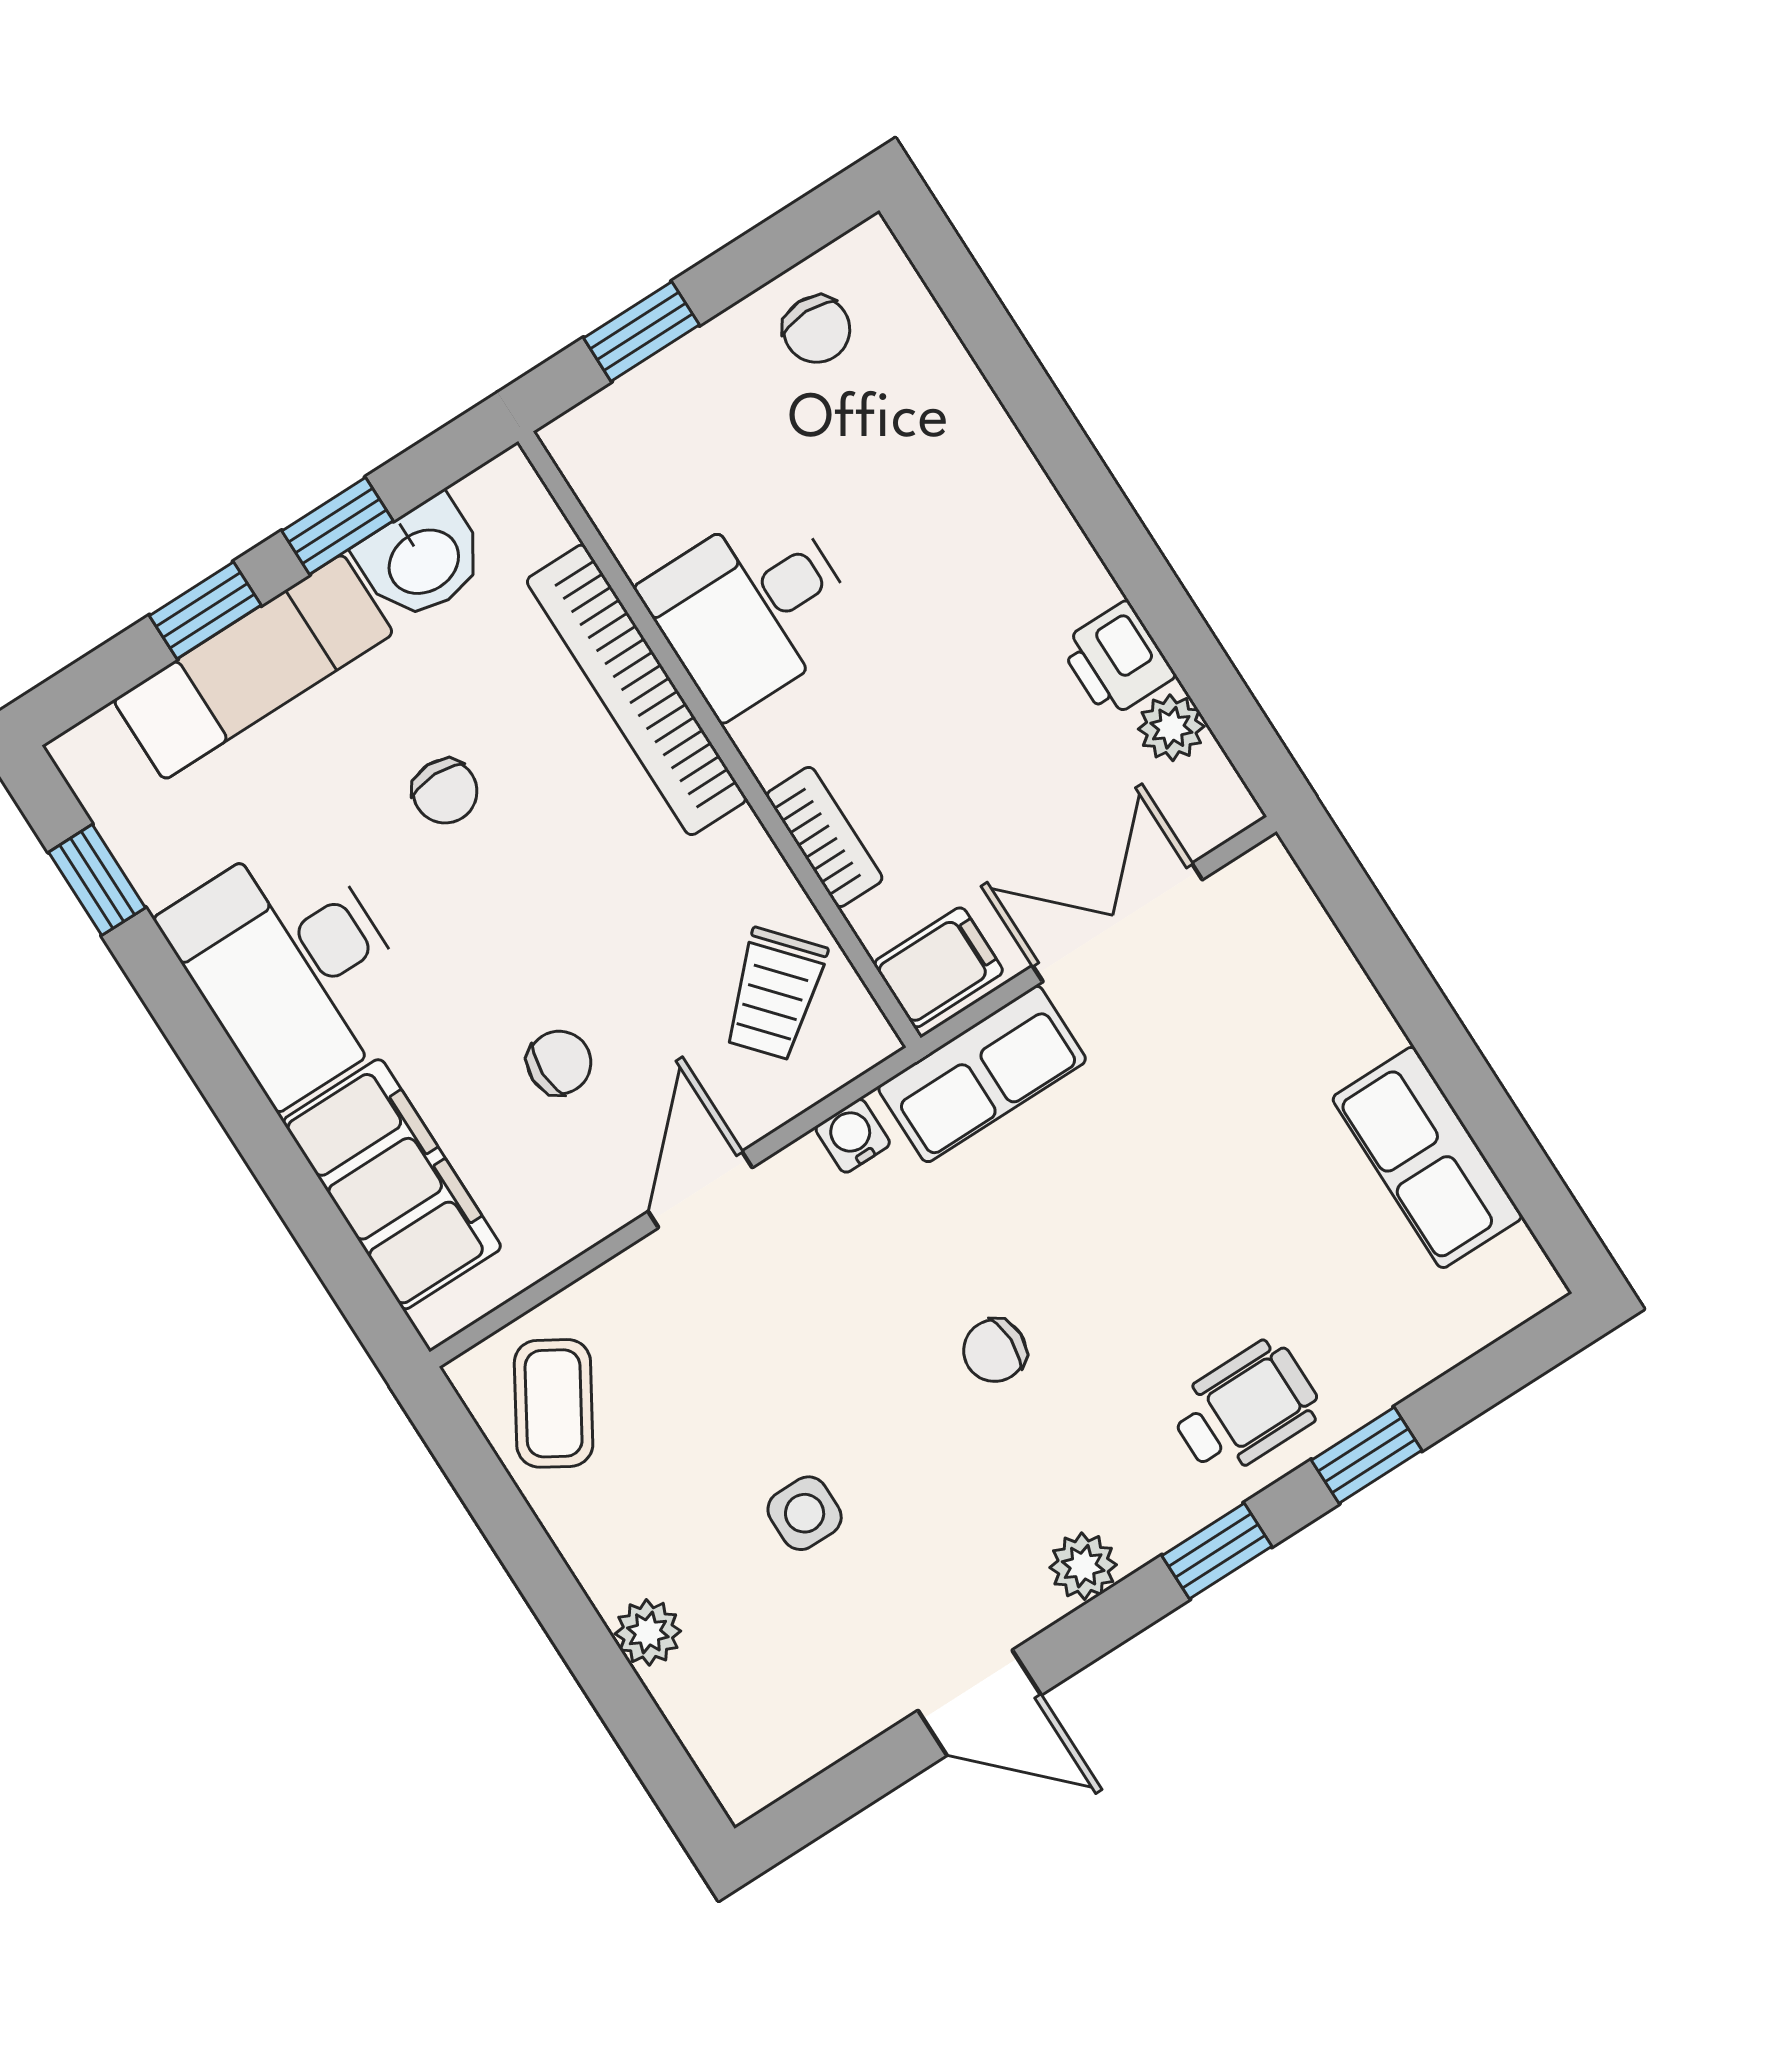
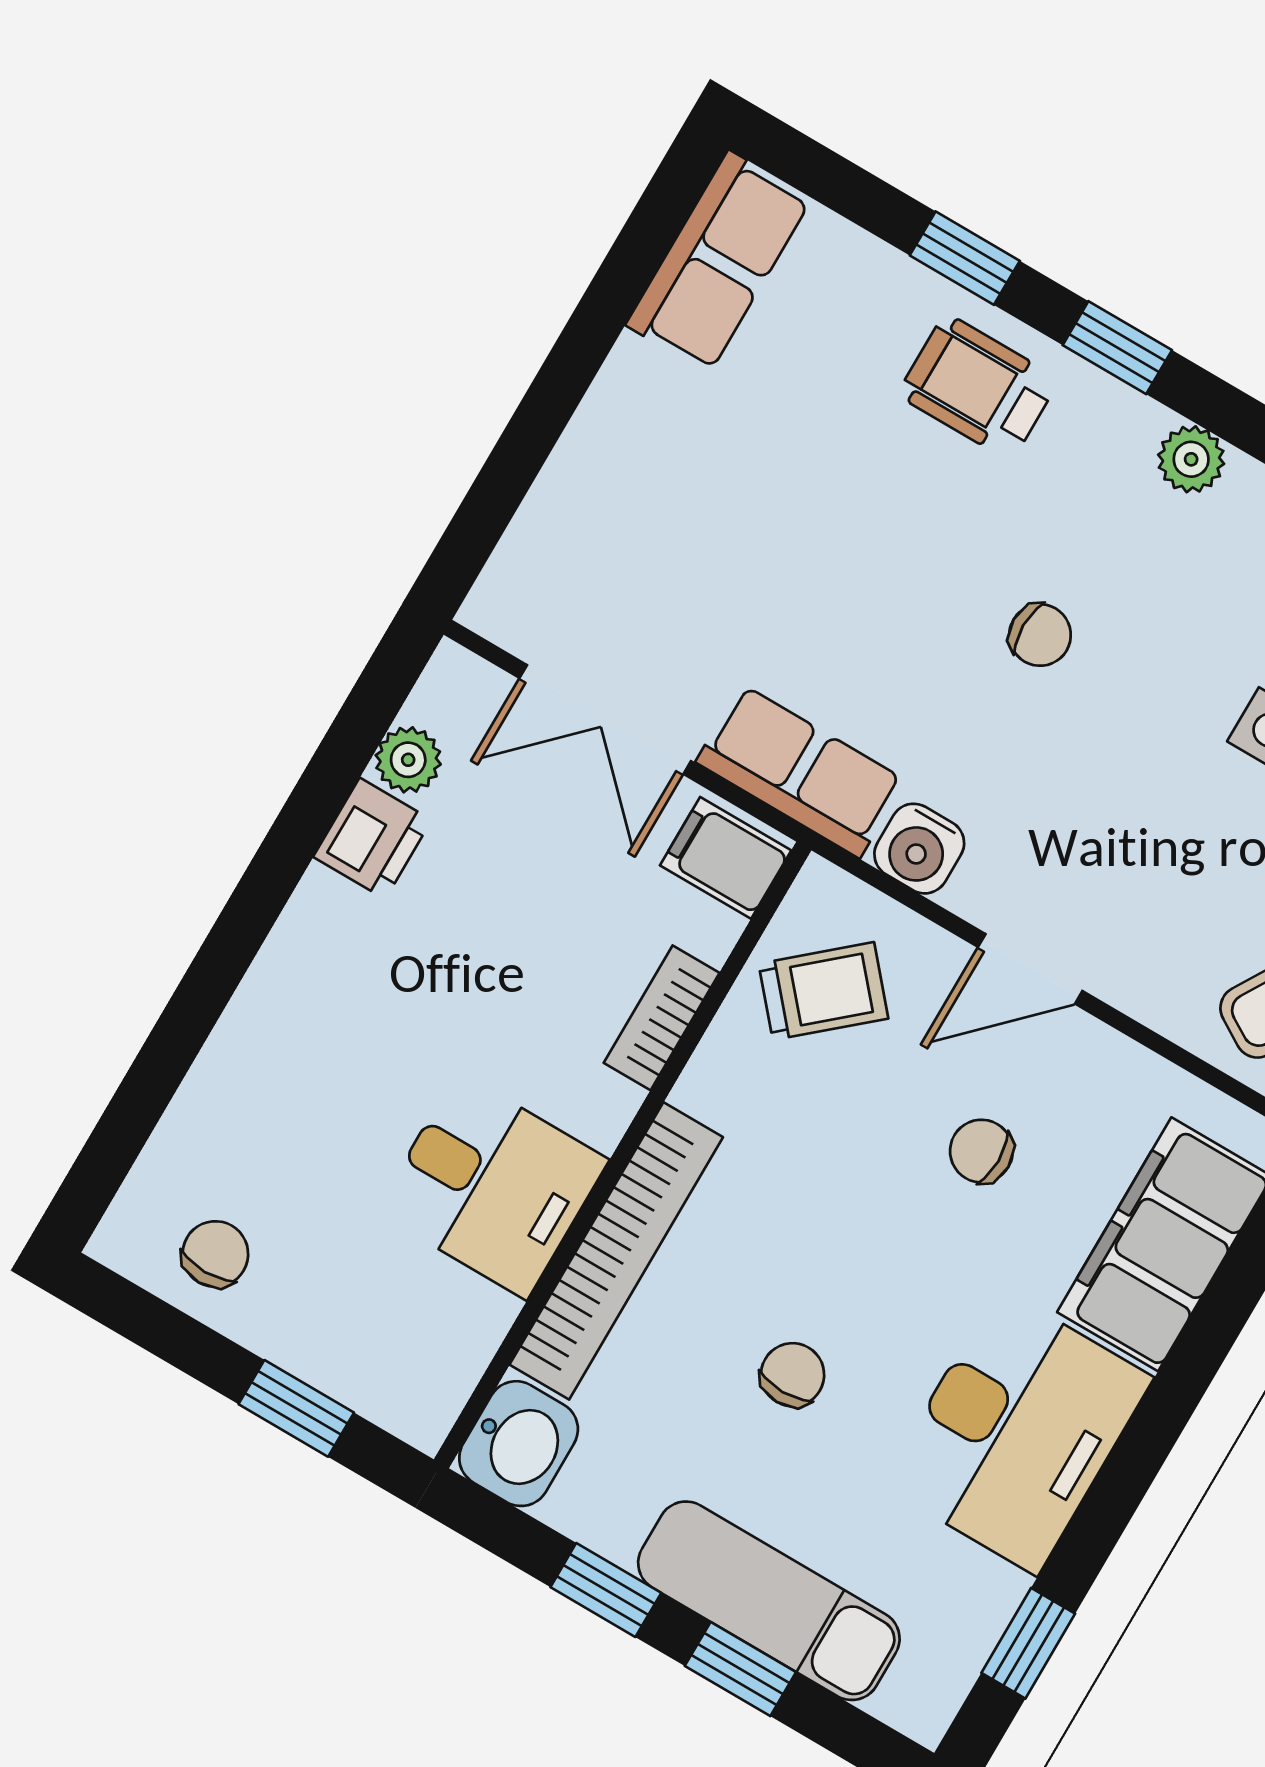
washbasin: (422, 559) -> (519, 1444), moved, turned 90
water cooler: (853, 1136) -> (919, 849), width x1.38, depth x1.38
row of seats: (1427, 1158) -> (719, 262), moved

